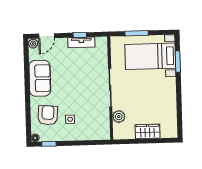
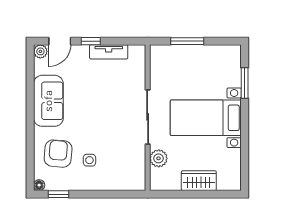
window: (80, 35) -> (91, 41), moved
bed with nightstands: (150, 56) -> (206, 118), moved

